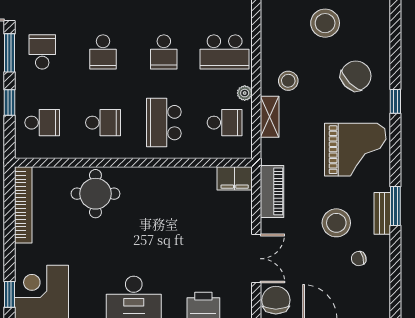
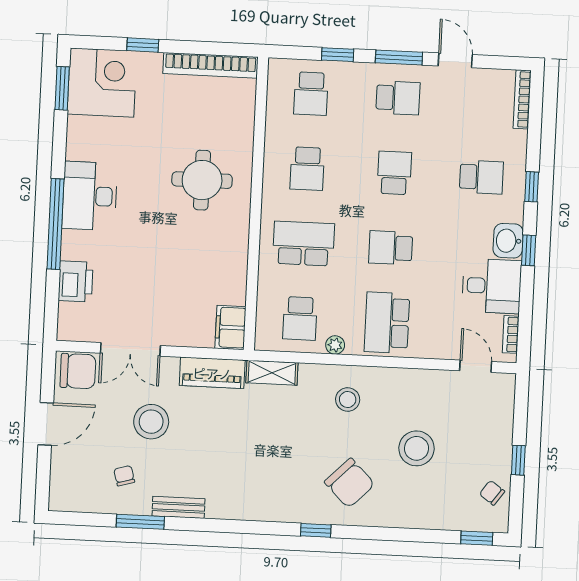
school desk: (103, 52) -> (394, 173), turned 90
shelving: (270, 117) -> (272, 373), moved
grand piano: (355, 150) -> (259, 478), removed
round table: (95, 194) -> (202, 180), moved
window: (395, 206) -> (140, 522), moved
stool: (336, 223) -> (151, 422), moved
window: (10, 294) -> (143, 45), moved

